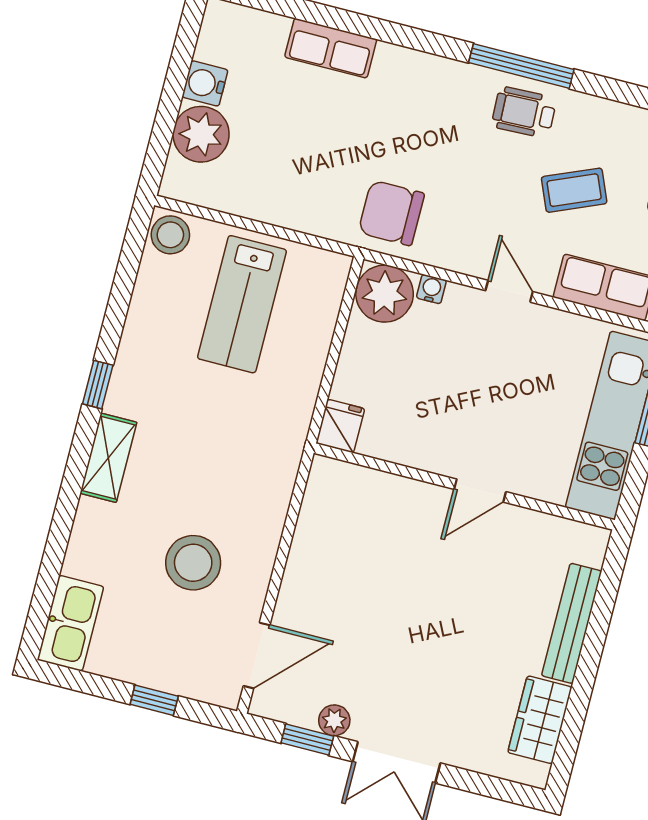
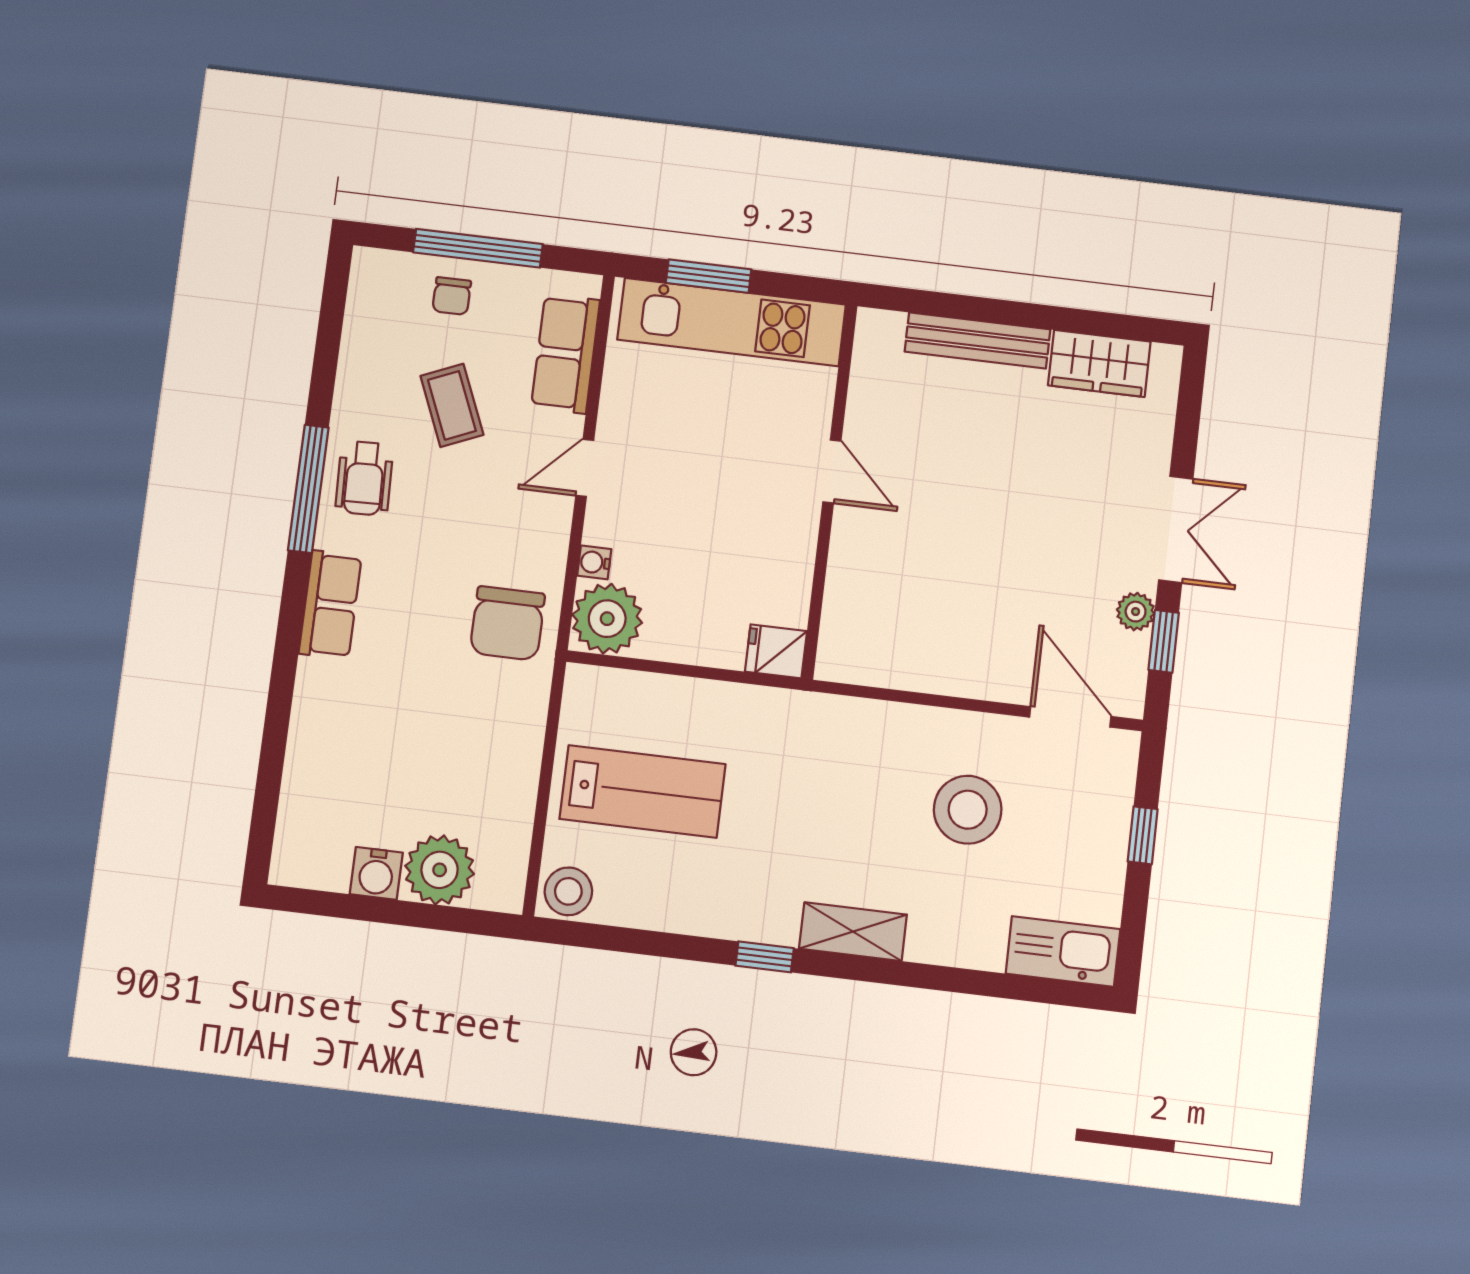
row of seats: (331, 48) -> (330, 605), moved

